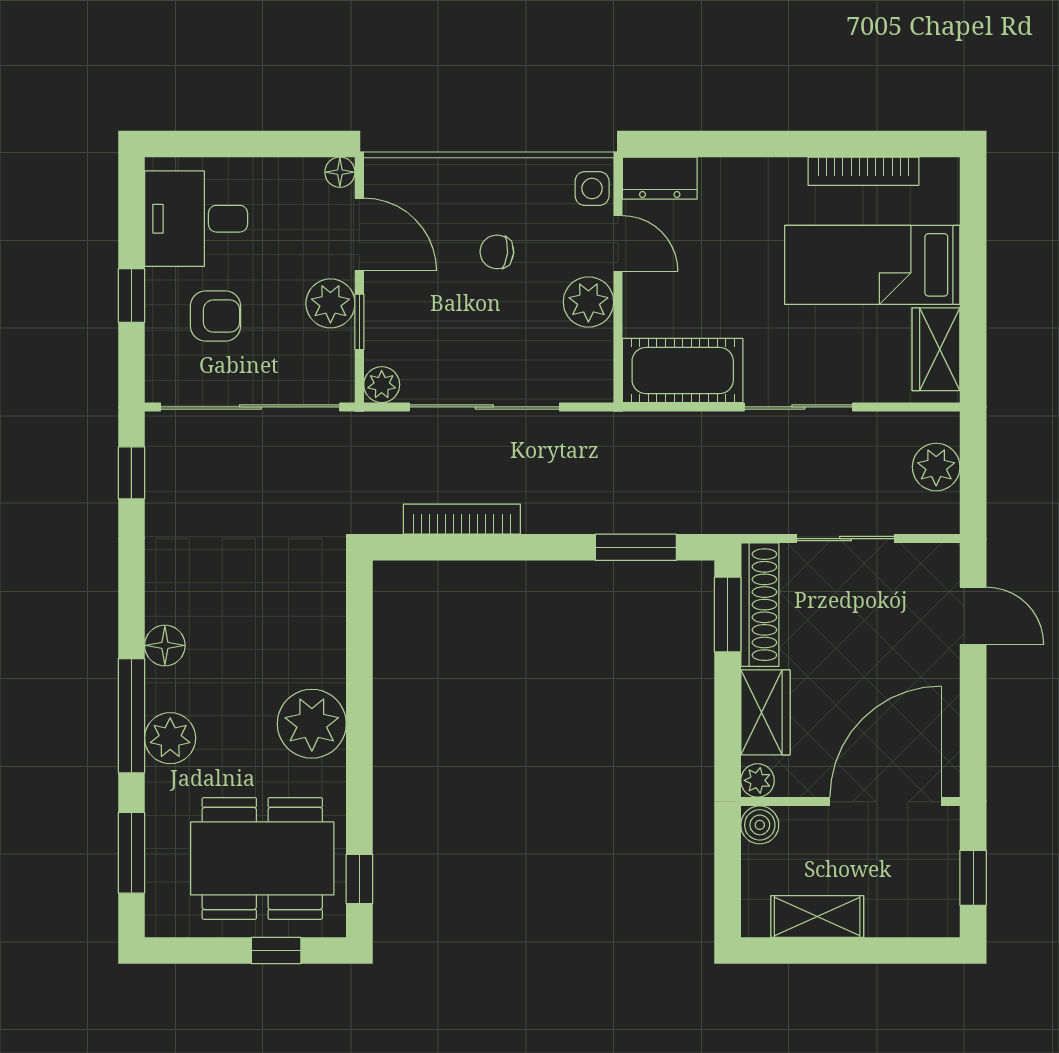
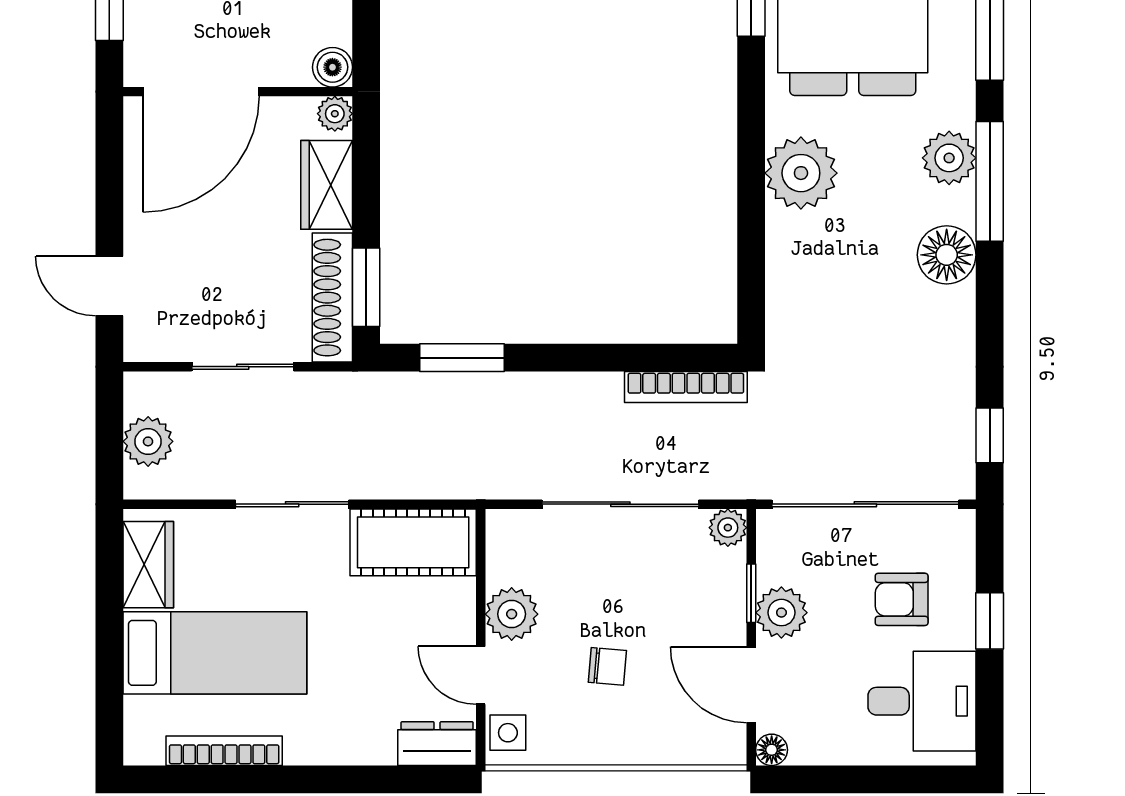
bookcase: (462, 519) -> (686, 387), moved
floor lamp: (165, 645) -> (947, 255), width x1.38, depth x1.38

